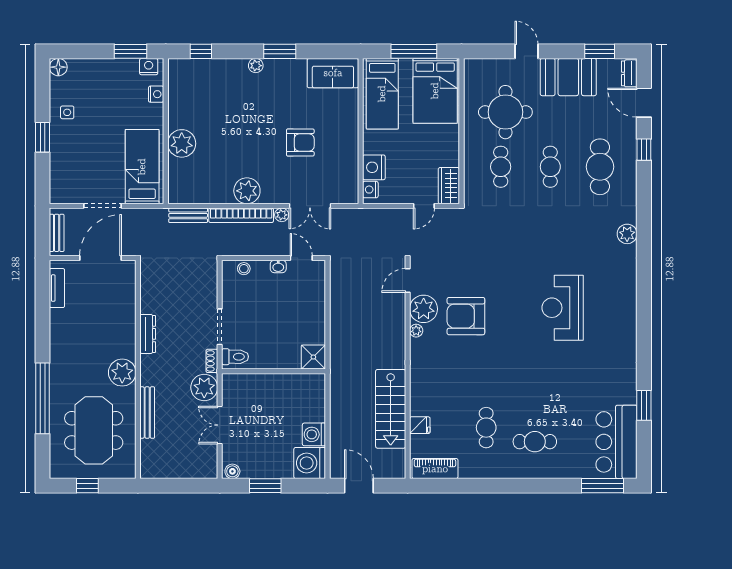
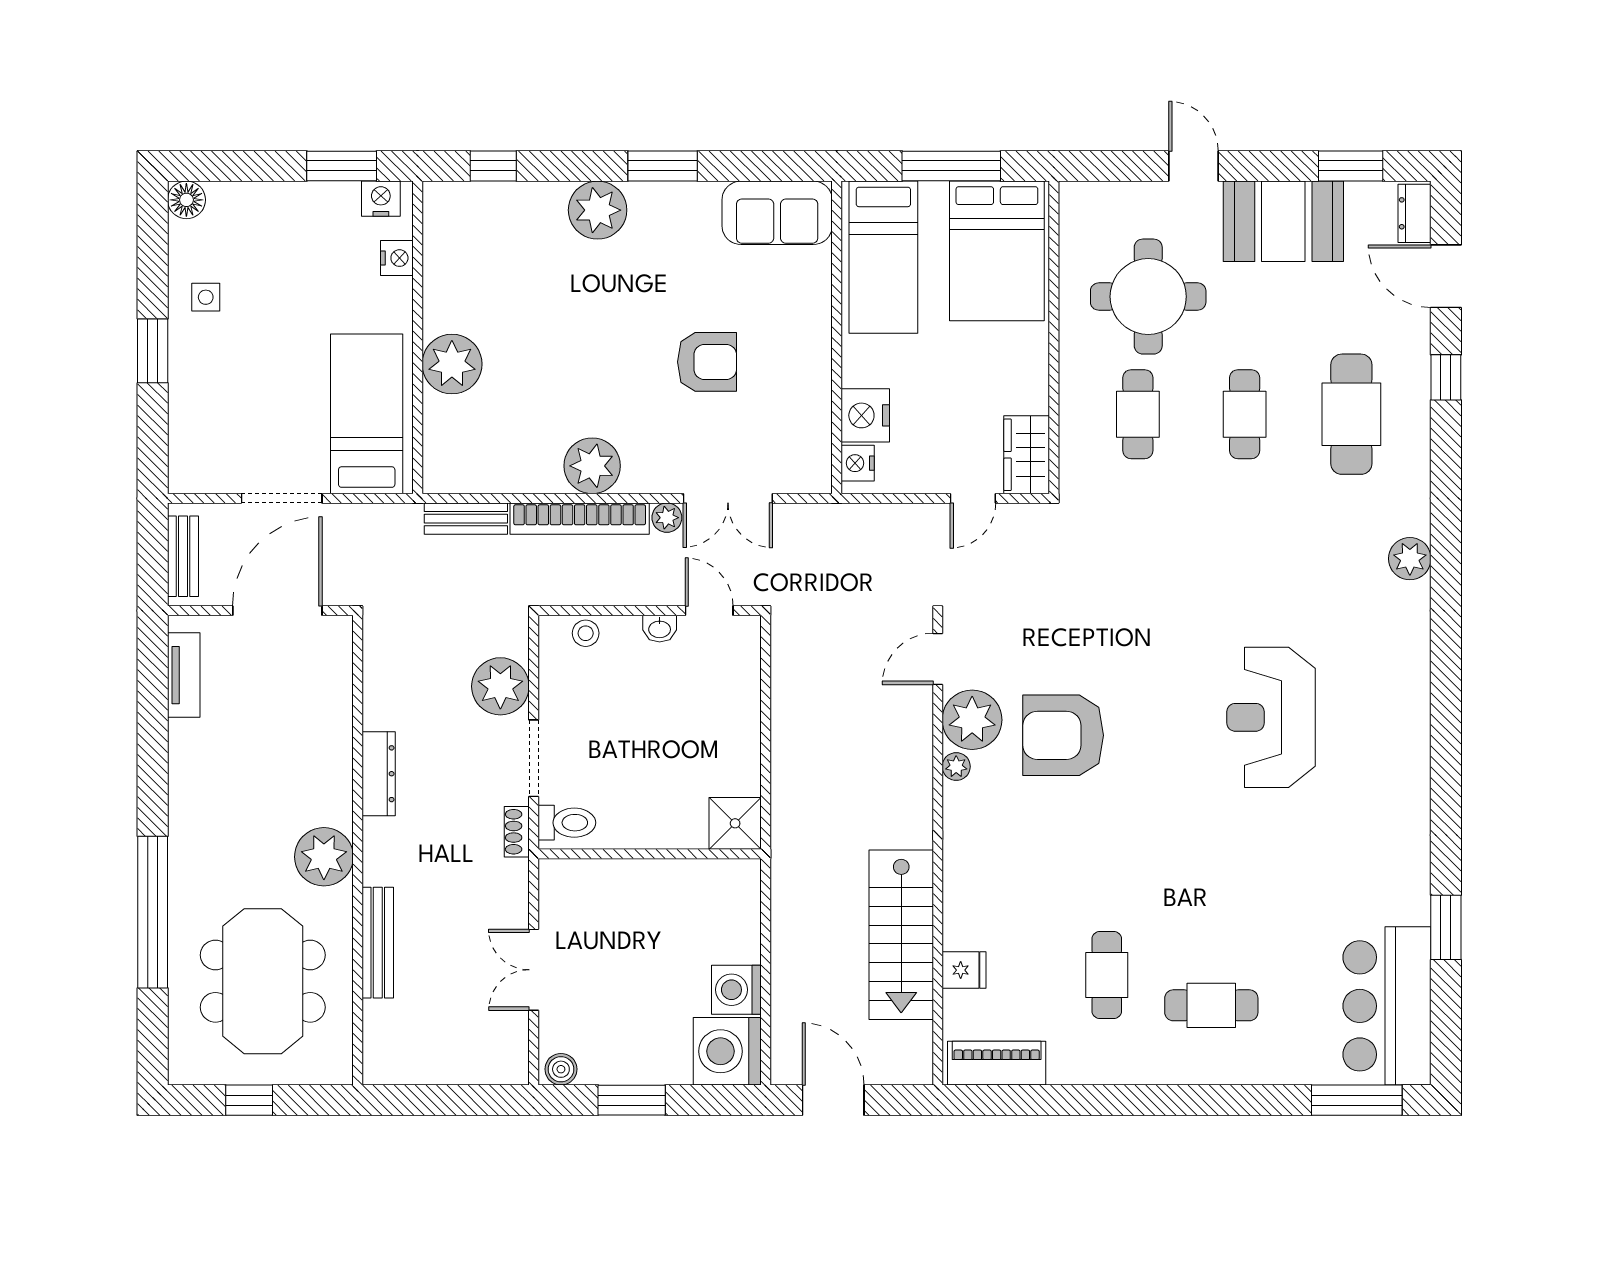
plant: (256, 66) -> (598, 210), width x1.88, depth x1.88
plant: (204, 387) -> (500, 686), moved

